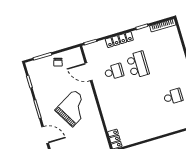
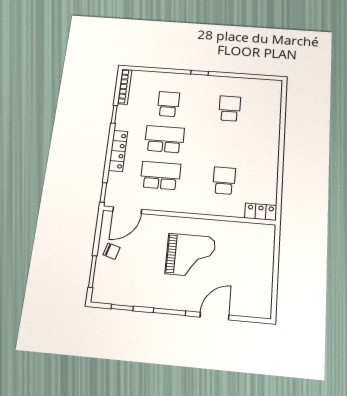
school desk: (162, 58) -> (168, 104), added
door: (88, 72) -> (127, 210), moved
school desk: (114, 72) -> (160, 175), width x1.85
grand piano: (73, 108) -> (190, 255), turned 120
school desk: (125, 111) -> (224, 181), added

